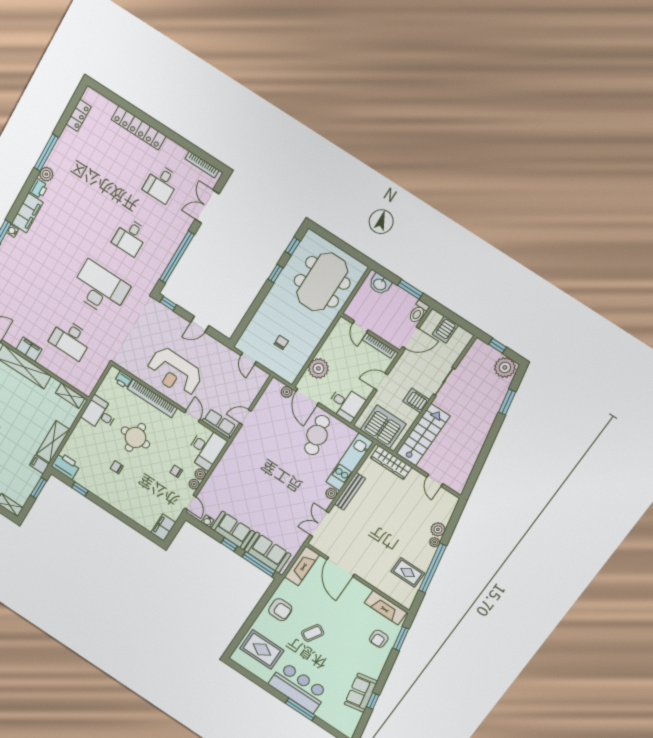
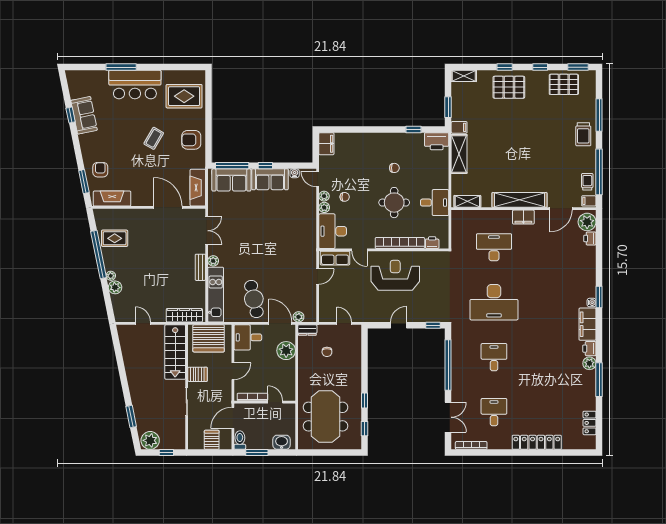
dresser: (286, 375) -> (307, 330), added
bench: (350, 491) -> (200, 267), width x0.73

